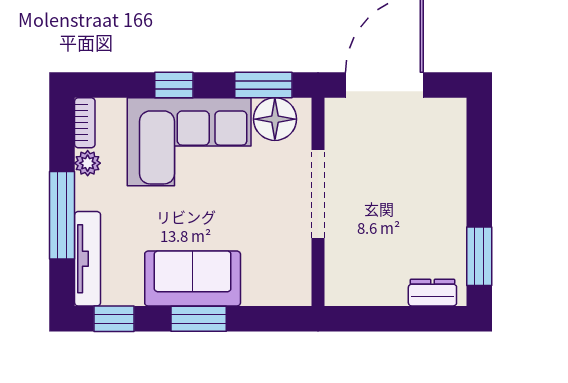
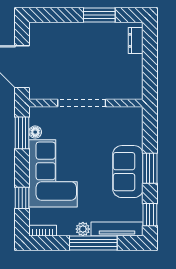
window: (174, 85) -> (22, 198), moved
floor lamp: (275, 119) -> (35, 132), width x0.53, depth x0.53
plant: (88, 163) -> (83, 229), moved
window: (479, 256) -> (99, 15), moved

